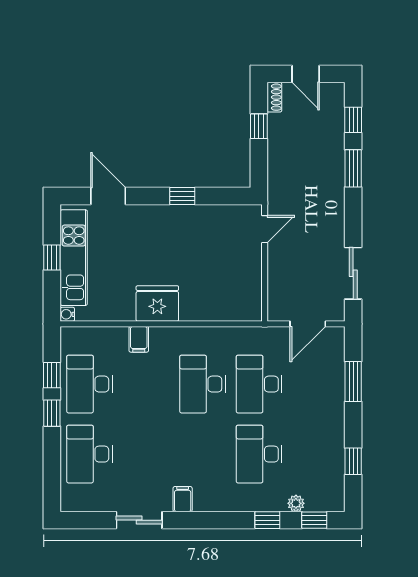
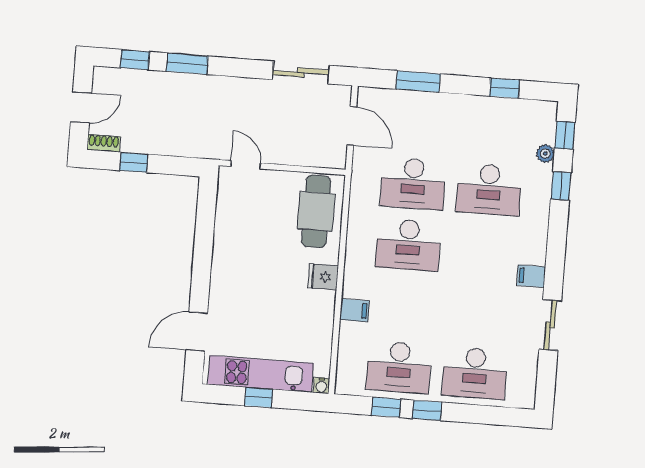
window: (182, 196) -> (203, 251), removed
cafe table: (227, 297) -> (316, 211), added
fridge: (157, 304) -> (323, 277), width x0.53, depth x0.75

